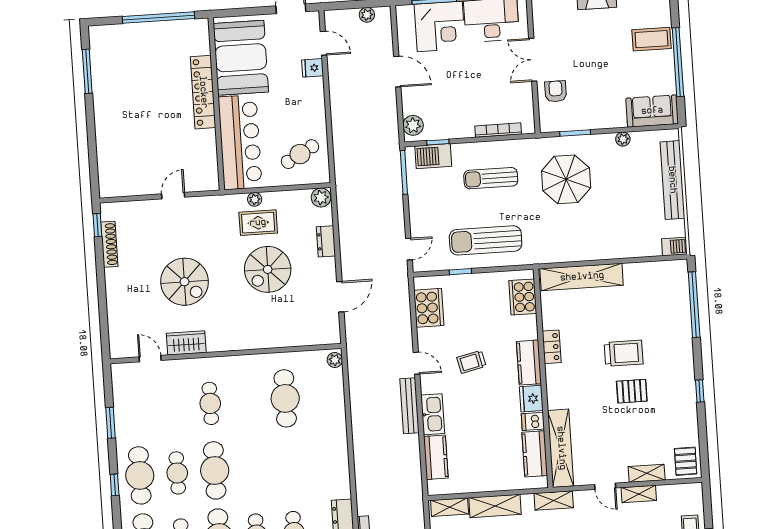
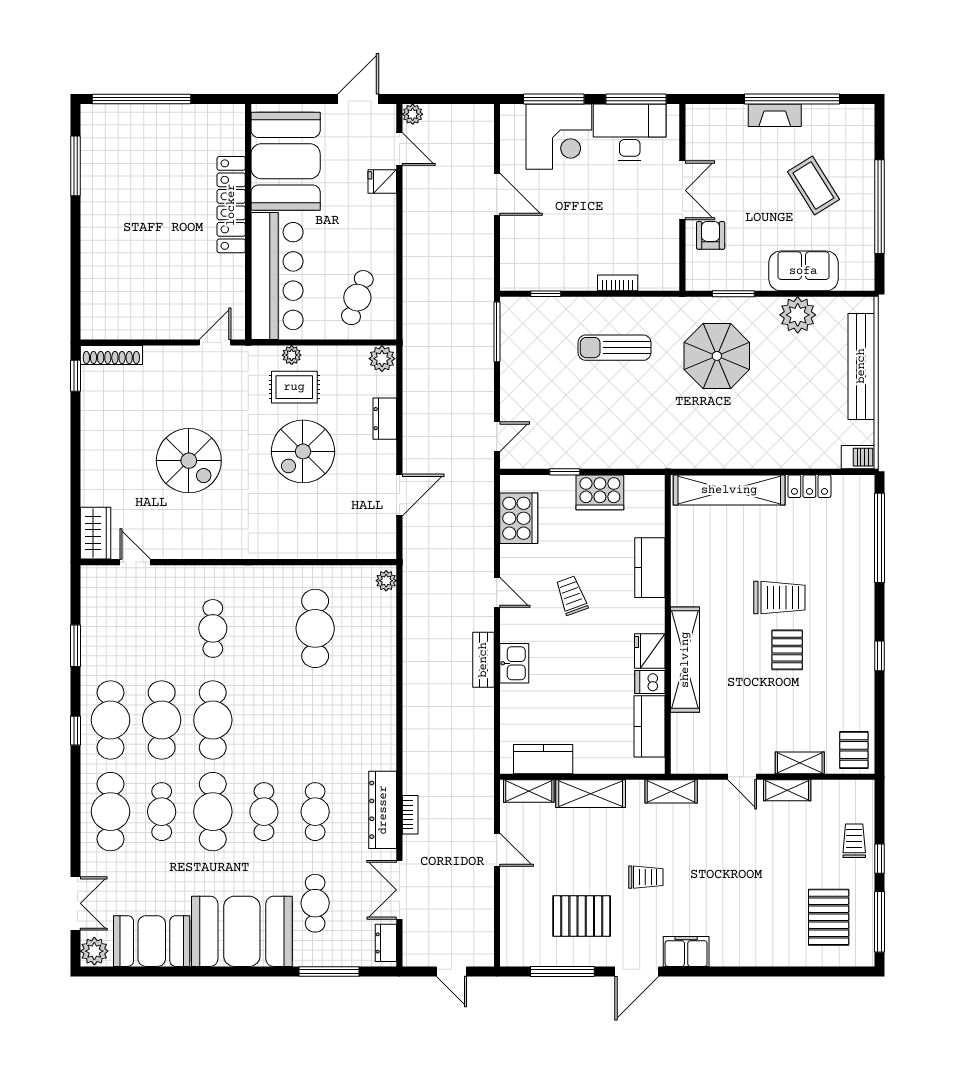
plant: (367, 15) -> (413, 114), moved
window: (158, 18) -> (141, 99), moved
coffee table: (652, 39) -> (813, 186), moved, turned 58
double door: (533, 60) -> (682, 190), swing flipped
sofa: (652, 111) -> (803, 271), moved
plant: (413, 125) -> (514, 269), removed
bookcase: (498, 130) -> (618, 283), width x0.64
plant: (623, 139) -> (798, 315), width x1.88, depth x1.88
cafe table: (300, 154) -> (357, 298), turned -42
barbecue: (433, 156) -> (538, 312), removed
door: (173, 196) -> (215, 343), moved
sun lounger: (486, 240) -> (602, 432), removed
shoe rack: (109, 244) -> (111, 355), moved, turned 90
cooker: (523, 297) -> (600, 492), moved, turned -90
wardrobe: (186, 343) -> (95, 533), moved, turned 90
locker: (552, 347) -> (809, 486), moved, turned 90
trolley: (471, 362) -> (572, 596), turned 83
kitchen counter: (529, 363) -> (650, 568), moved
pallet: (632, 391) -> (787, 650), turned 90
bench: (409, 406) -> (483, 660), width x0.73
kitchen sink: (433, 414) -> (514, 663), width x0.73
shelving: (561, 448) -> (685, 660), moved
kitchen counter: (436, 457) -> (543, 759), moved, turned -90
cafe table: (177, 473) -> (162, 720), width x1.37, depth x1.35

